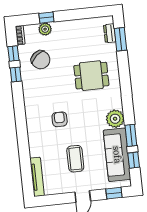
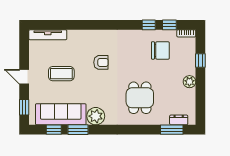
plant: (45, 29) -> (189, 82), moved
chair: (41, 60) -> (160, 50), turned -140

